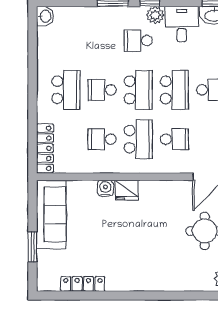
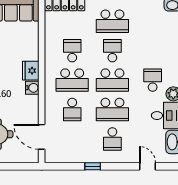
water cooler: (105, 188) -> (32, 88), moved

